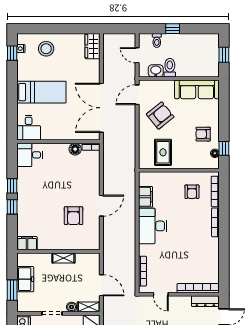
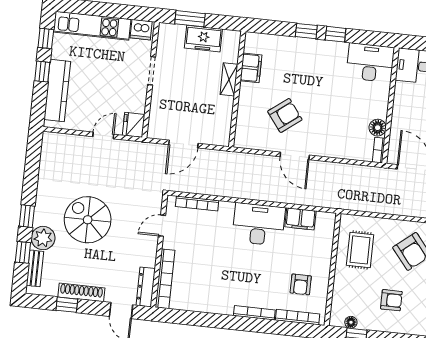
armchair: (203, 134) -> (391, 300), moved, turned 90
rug: (163, 152) -> (360, 250), turned 90
desk: (30, 155) -> (370, 63), width x1.37
armchair: (192, 192) -> (301, 284), turned -90
armchair: (74, 216) -> (285, 115), turned 143
filing cabinet: (27, 243) -> (251, 68), moved
shelving: (63, 258) -> (229, 79), moved
boiler: (72, 307) -> (158, 99), removed
shelving: (89, 307) -> (155, 123), removed

